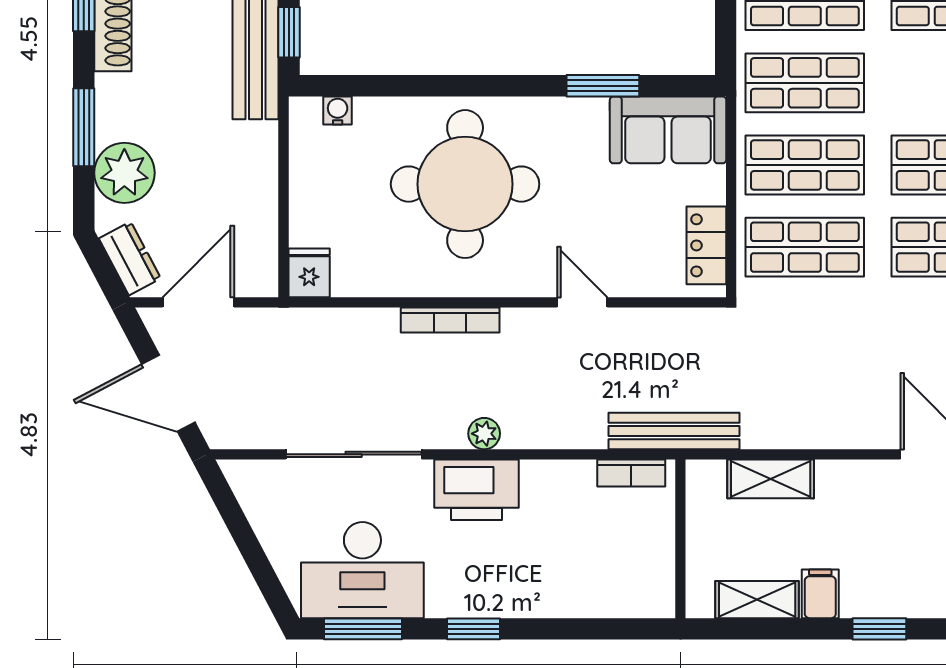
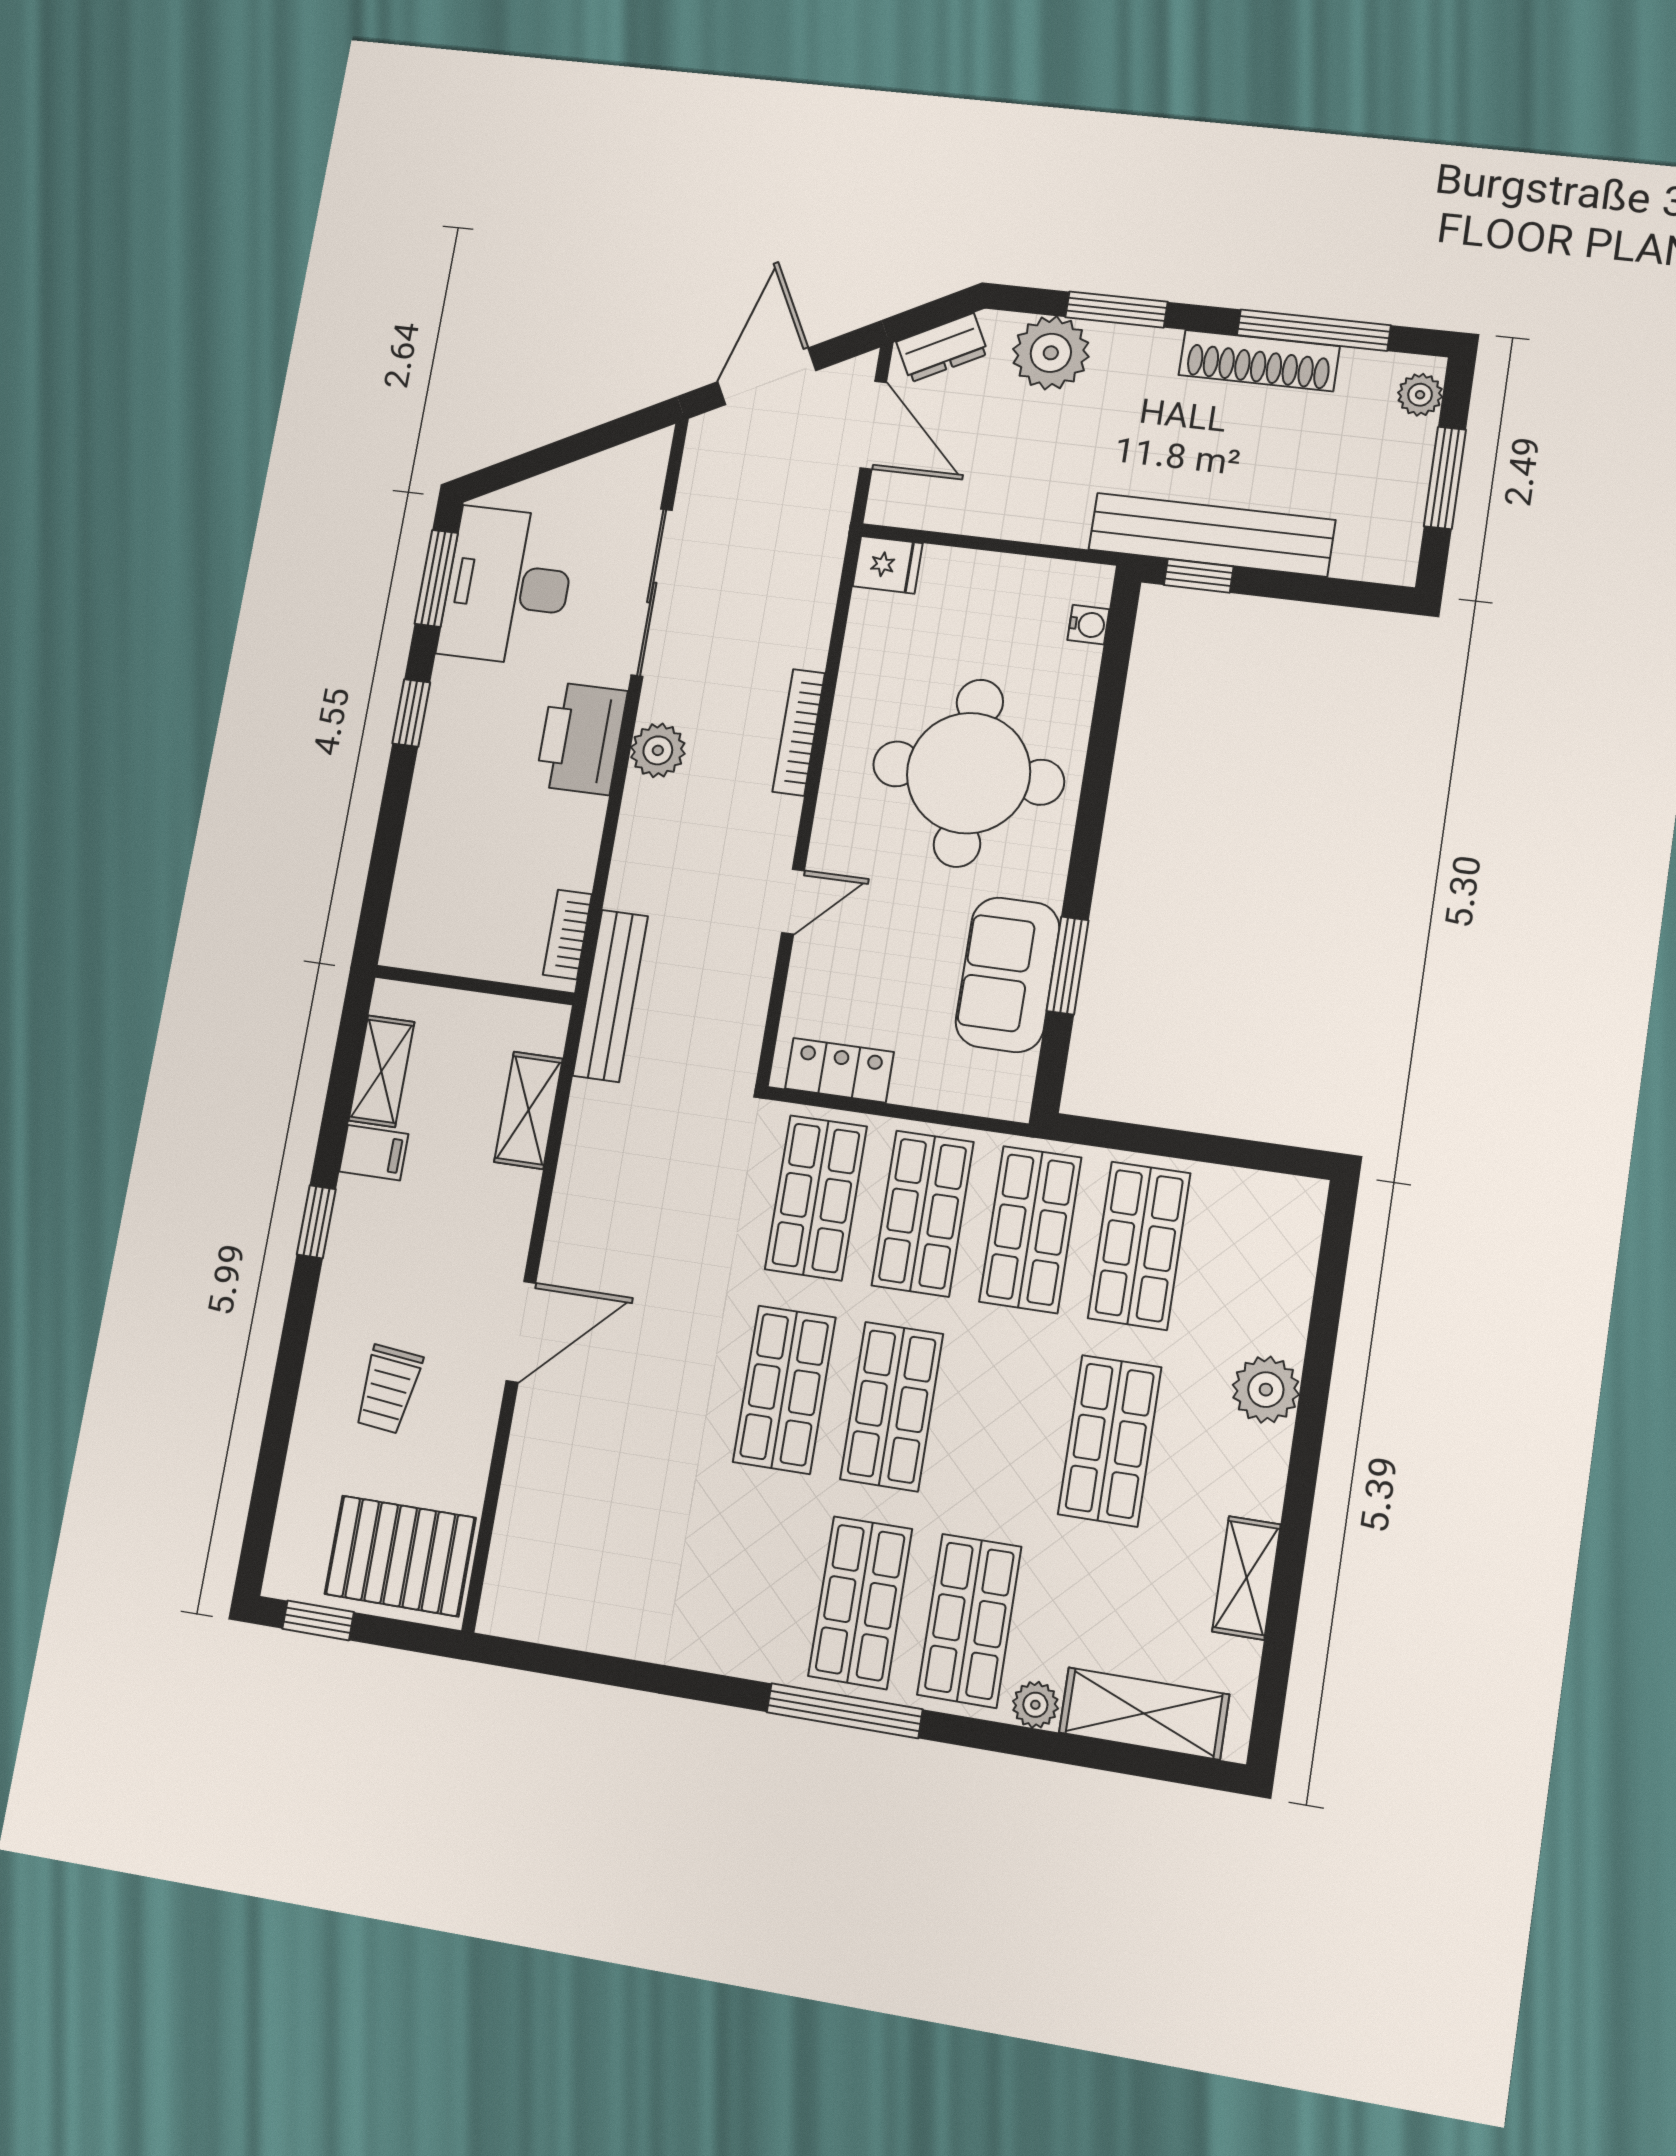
sofa: (668, 130) -> (1008, 975), moved
plant: (484, 434) -> (658, 750), width x1.38, depth x1.38

